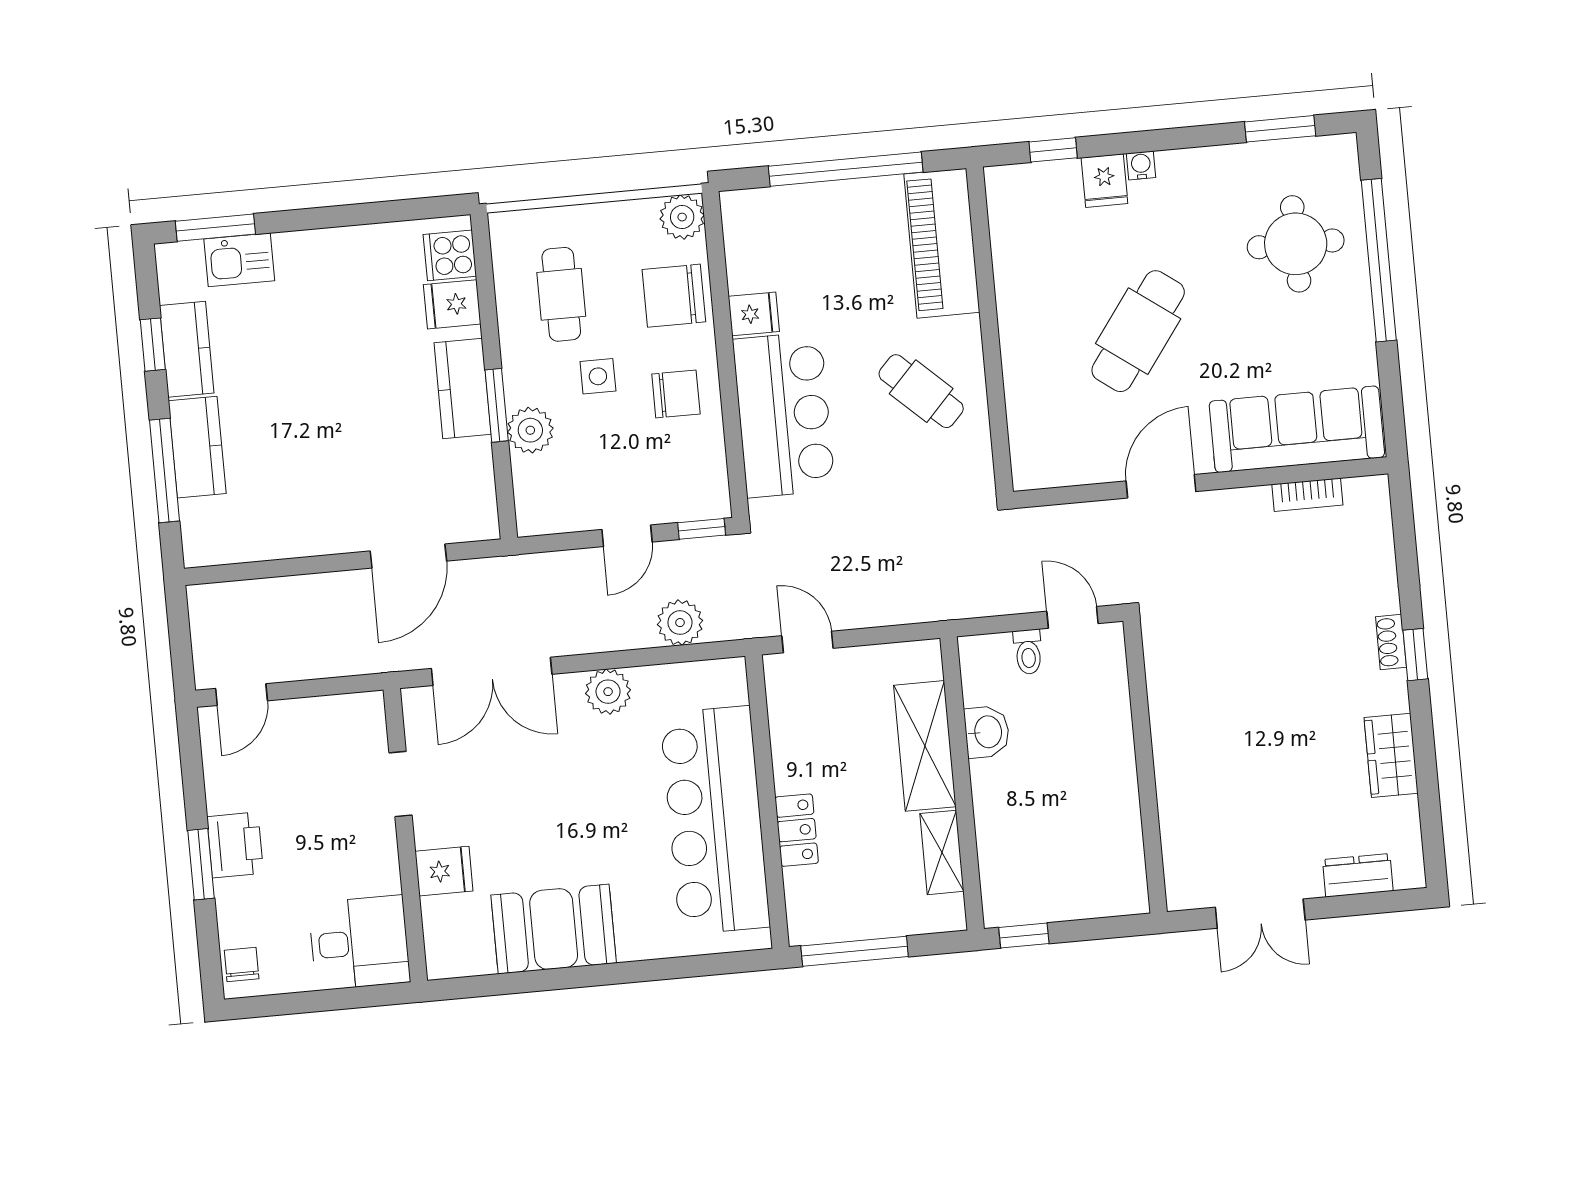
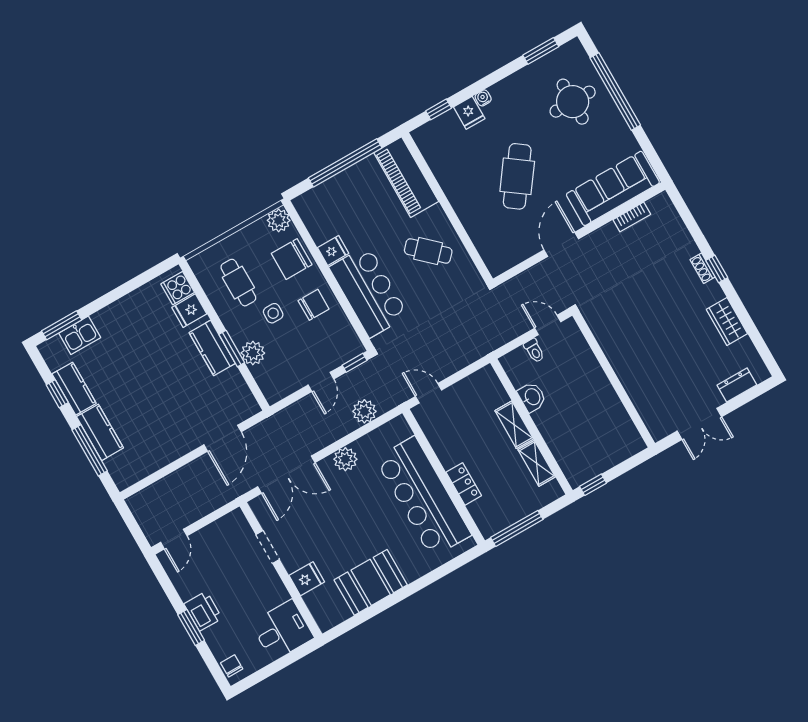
shelving: (925, 746) -> (514, 425), width x0.67, depth x0.75

